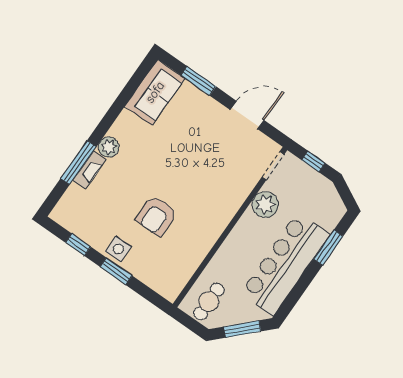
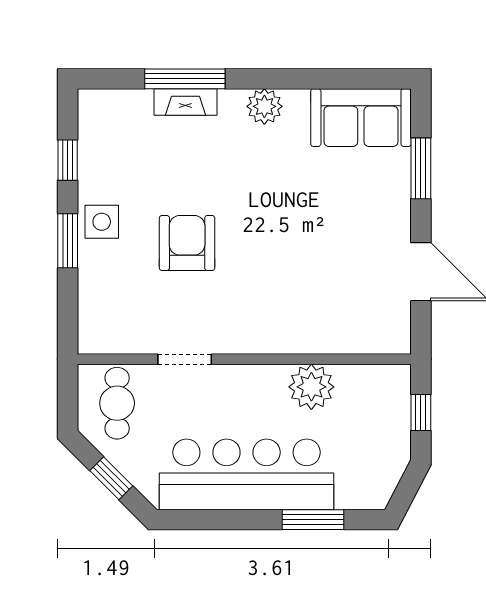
plant: (109, 147) -> (264, 106), moved
doorway: (273, 166) -> (185, 359), moved
armchair: (156, 216) -> (187, 243), turned 90
cafe table: (209, 302) -> (117, 403), turned 90
window: (242, 329) -> (111, 478), width x0.67

